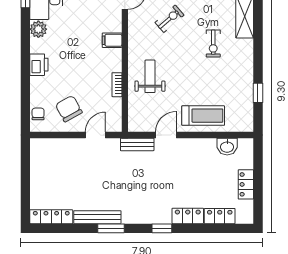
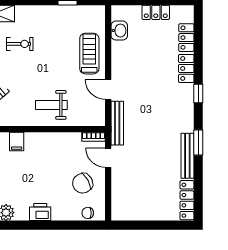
bookcase: (117, 85) -> (93, 137), moved
bench: (137, 144) -> (117, 123), width x1.36

